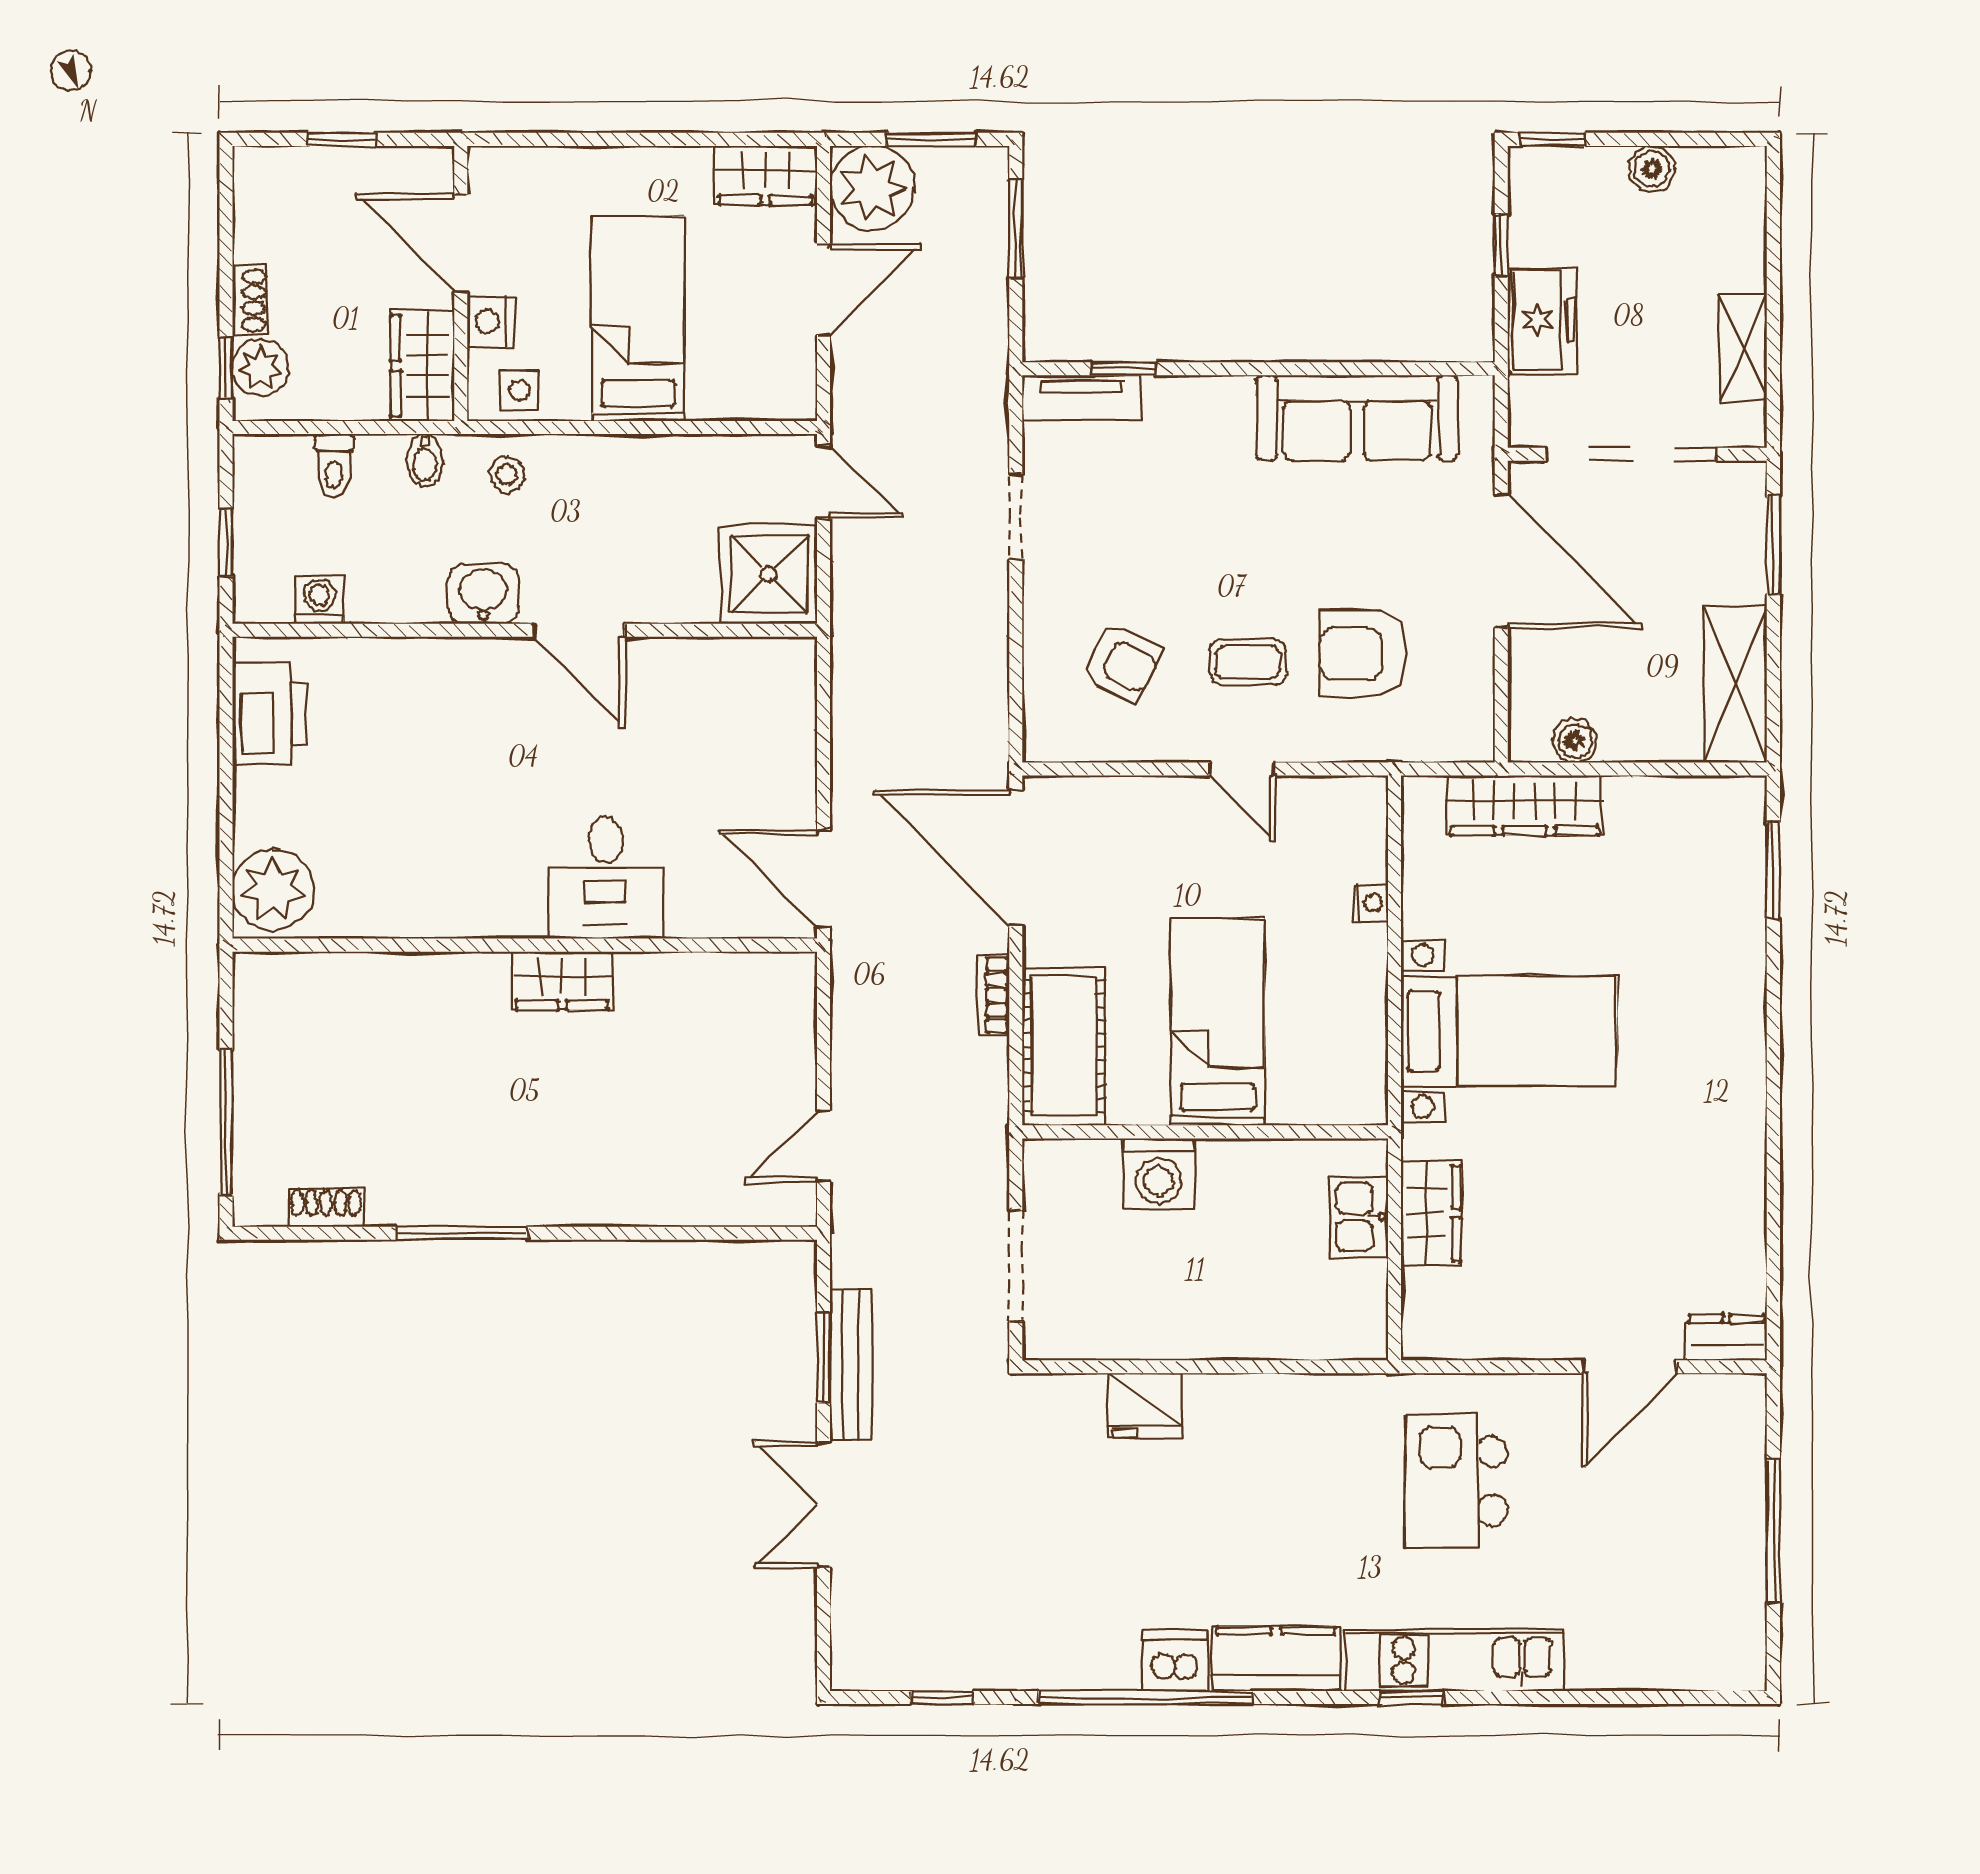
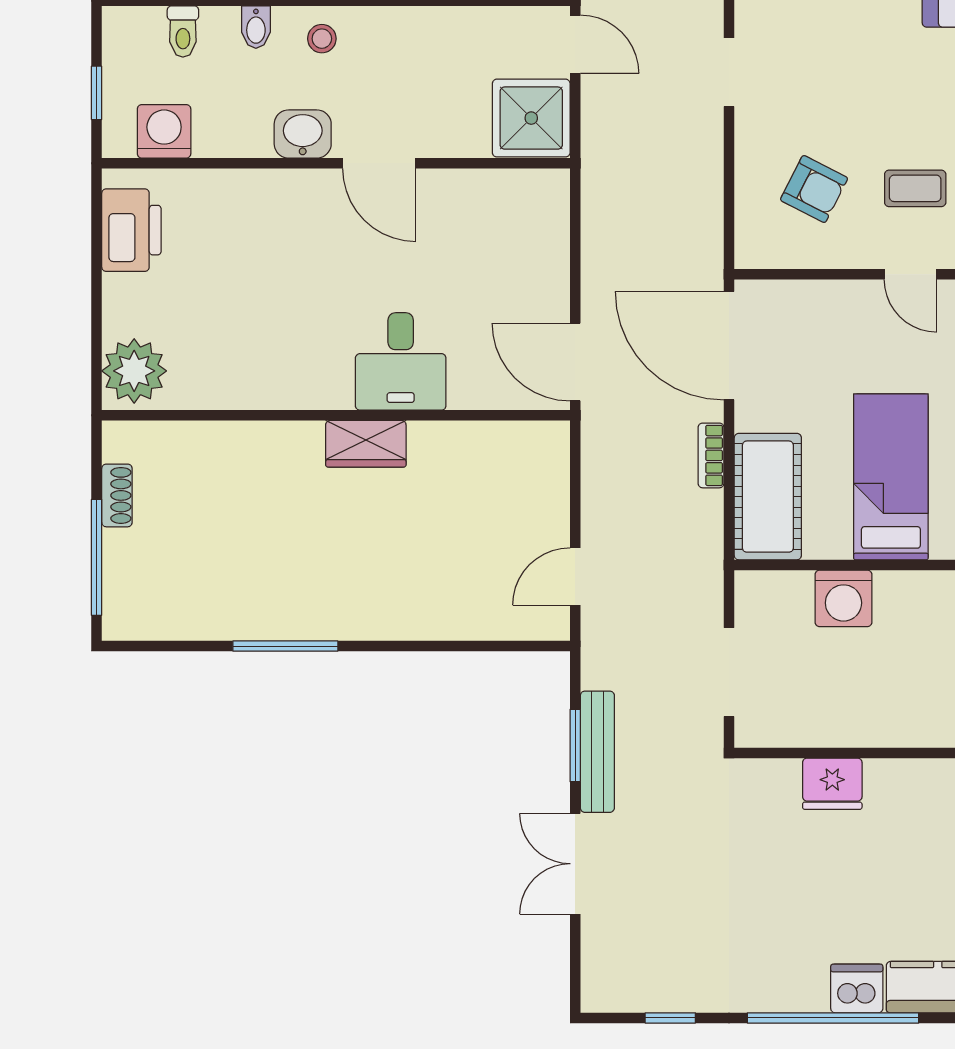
washing machine: (319, 600) -> (164, 131), width x1.38, depth x1.38
shoe rack: (326, 1208) -> (117, 495), moved, turned 90

